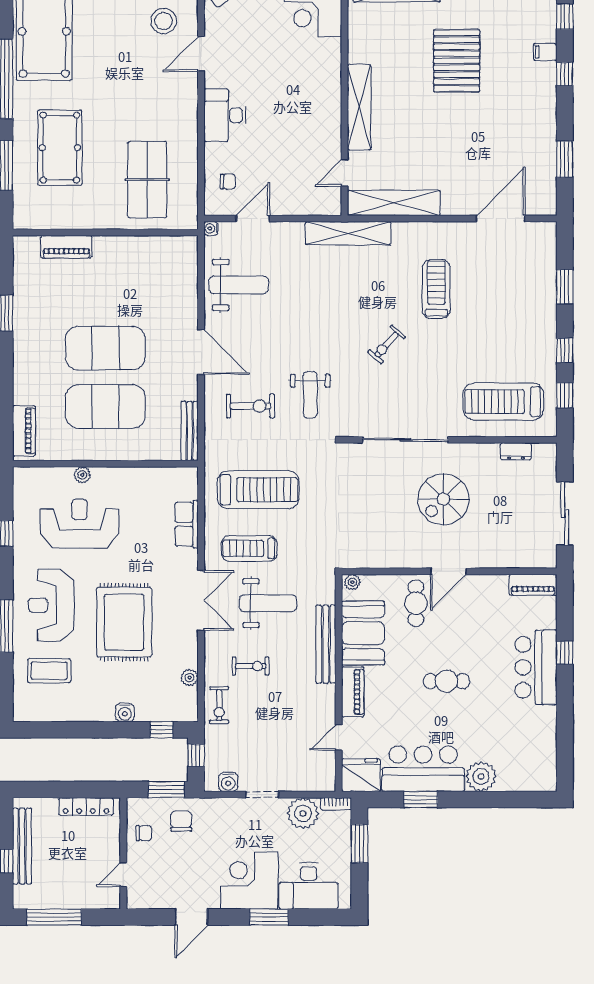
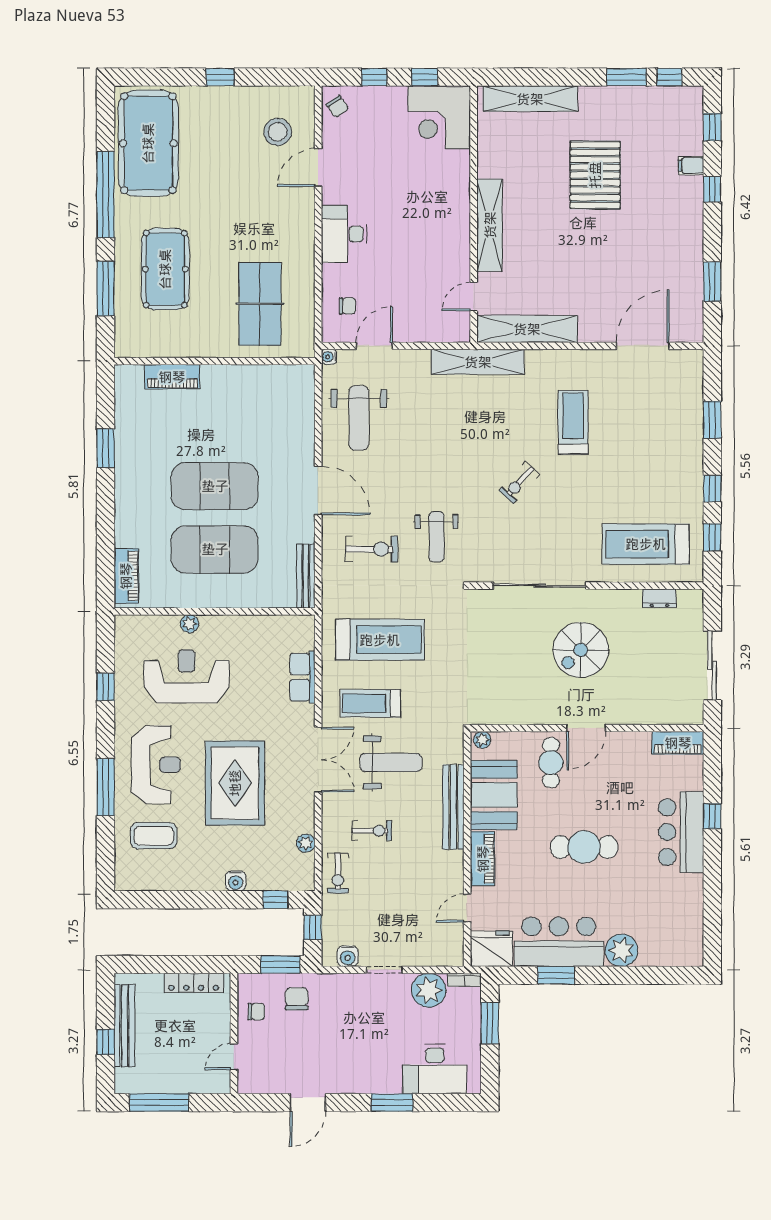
weight bench: (239, 285) -> (359, 418), turned 90
reception desk: (51, 605) -> (156, 765), turned 180
cafe table: (446, 681) -> (584, 847), width x1.37, depth x1.35
corner desk: (249, 880) -> (370, 1063), removed

